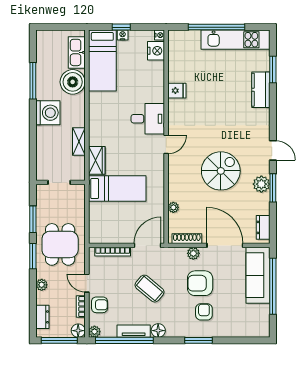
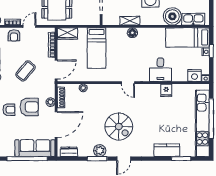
kitchen unit: (236, 40) -> (202, 123), width x1.36
desk: (148, 119) -> (160, 70), moved
floor lamp: (96, 138) -> (132, 33), added
wardrobe: (97, 160) -> (67, 33), moved
spiral stairs: (221, 171) -> (119, 127), moved
door: (147, 245) -> (56, 70), hinge flipped
armchair: (200, 283) -> (29, 107), turned 90

